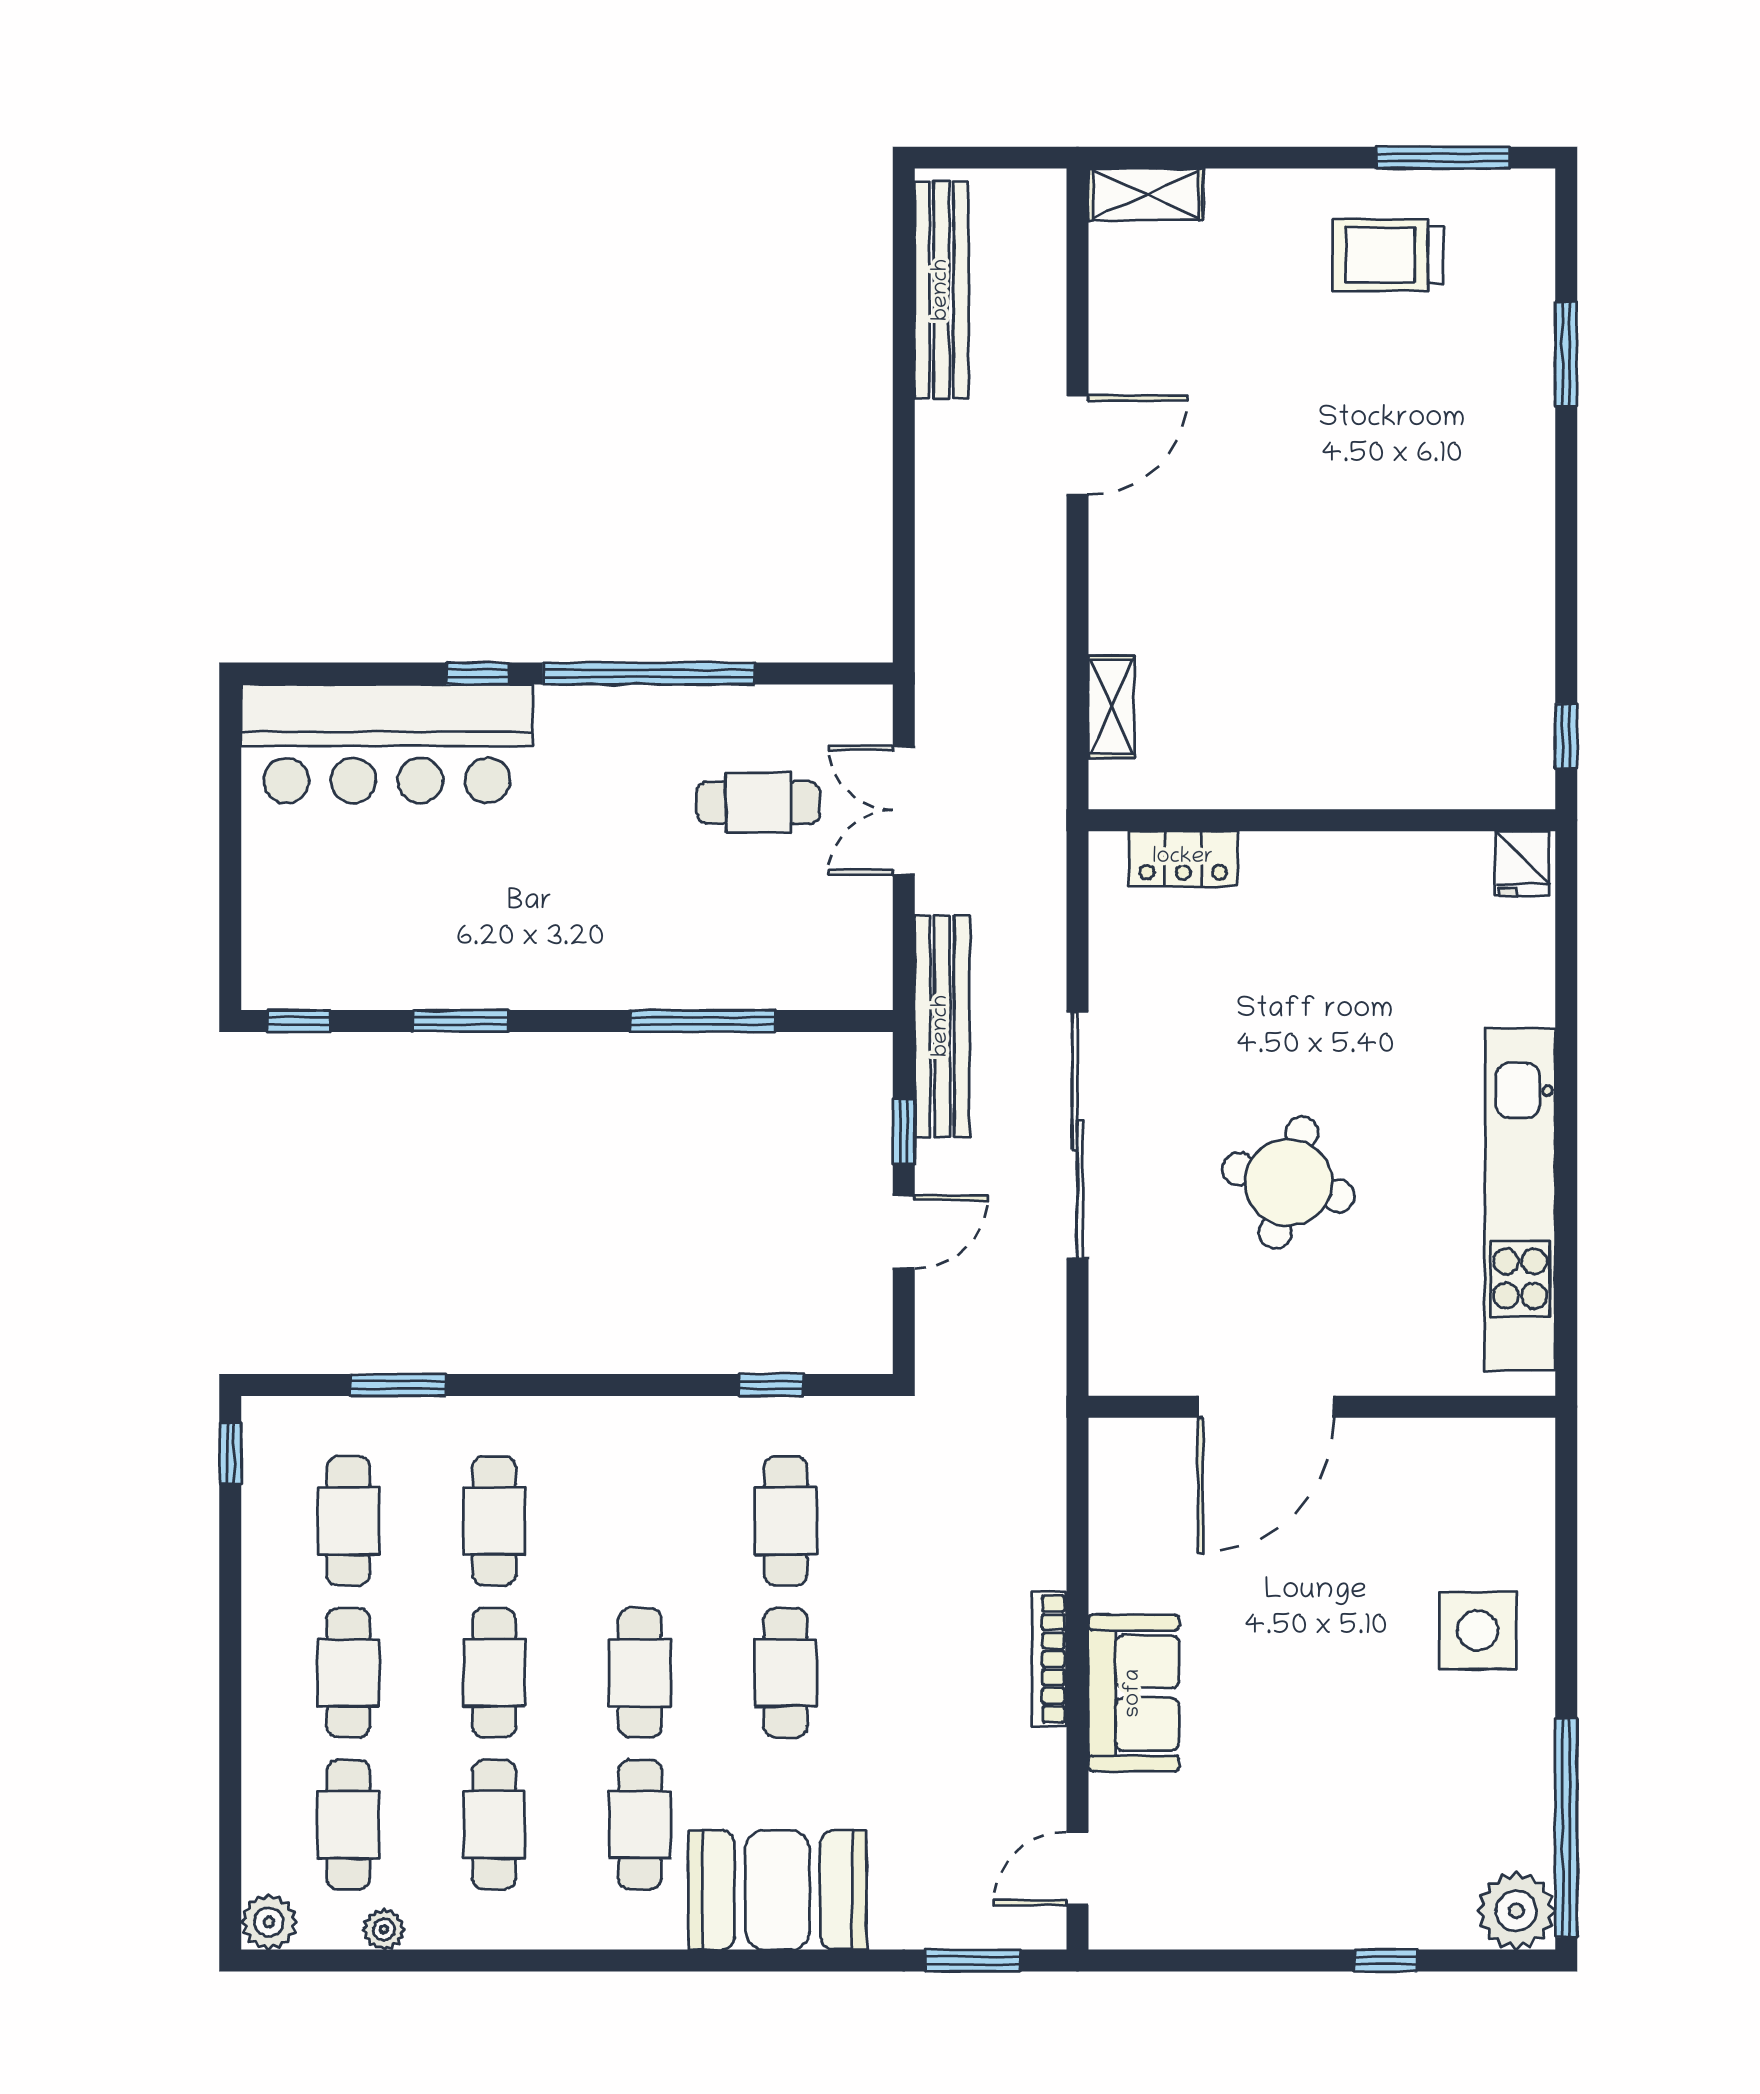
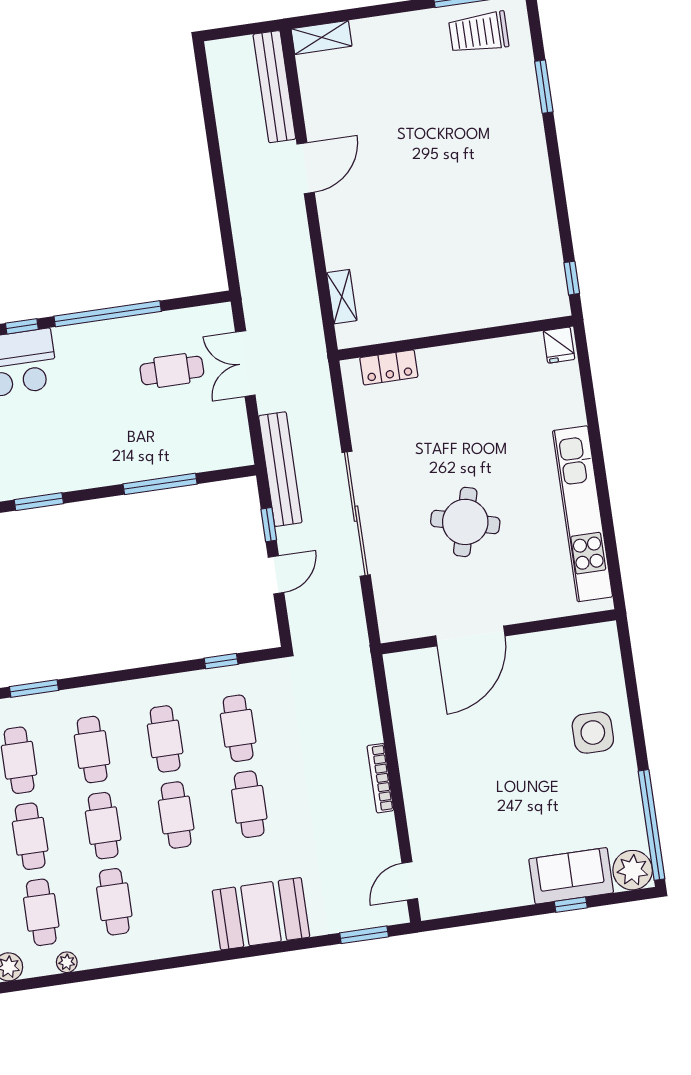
trolley: (1388, 255) -> (479, 33), moved
bench: (942, 290) -> (274, 87), moved
sofa: (1134, 1693) -> (571, 876), moved, turned -90
cafe table: (640, 1825) -> (165, 739), moved

